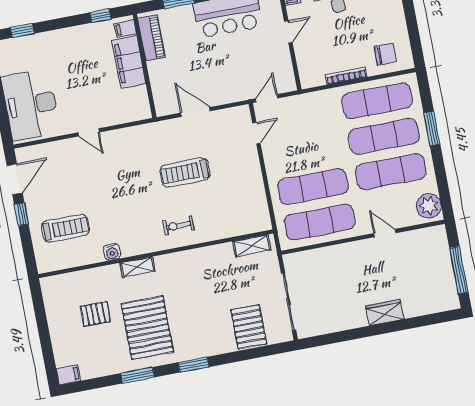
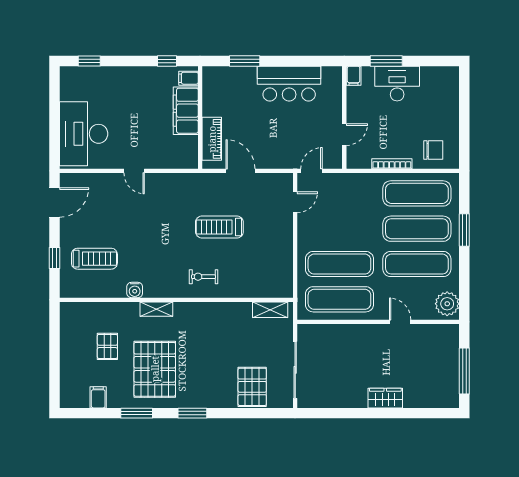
door: (288, 32) -> (344, 135), moved
piano: (151, 38) -> (212, 139), moved
window: (21, 214) -> (55, 258), moved
pallet: (95, 314) -> (107, 346), turned 90
filing cabinet: (68, 375) -> (98, 397), moved, turned -90

